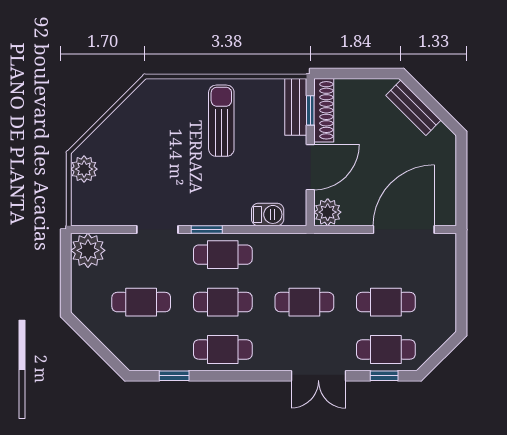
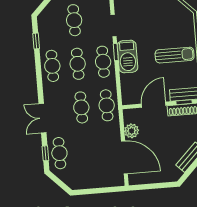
door: (310, 167) -> (154, 105), swing flipped
plant: (328, 212) -> (132, 131), moved
barbecue: (268, 214) -> (127, 57), moved, width x1.88, depth x1.53
cafe table: (386, 302) -> (107, 105), moved

